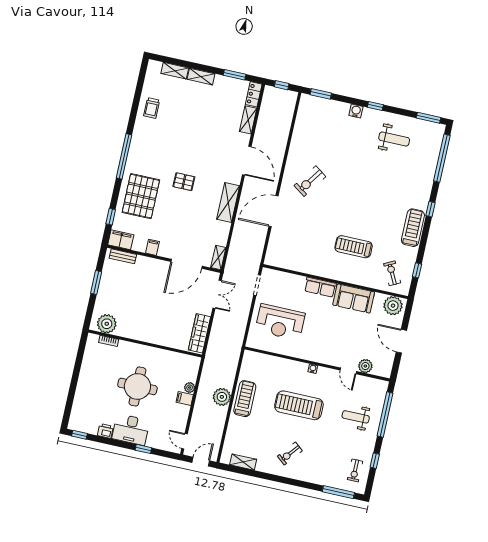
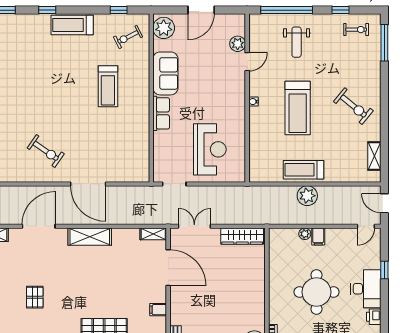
pallet: (184, 182) -> (35, 297), moved
exercise bike: (290, 454) -> (353, 106), width x1.38, depth x1.39

